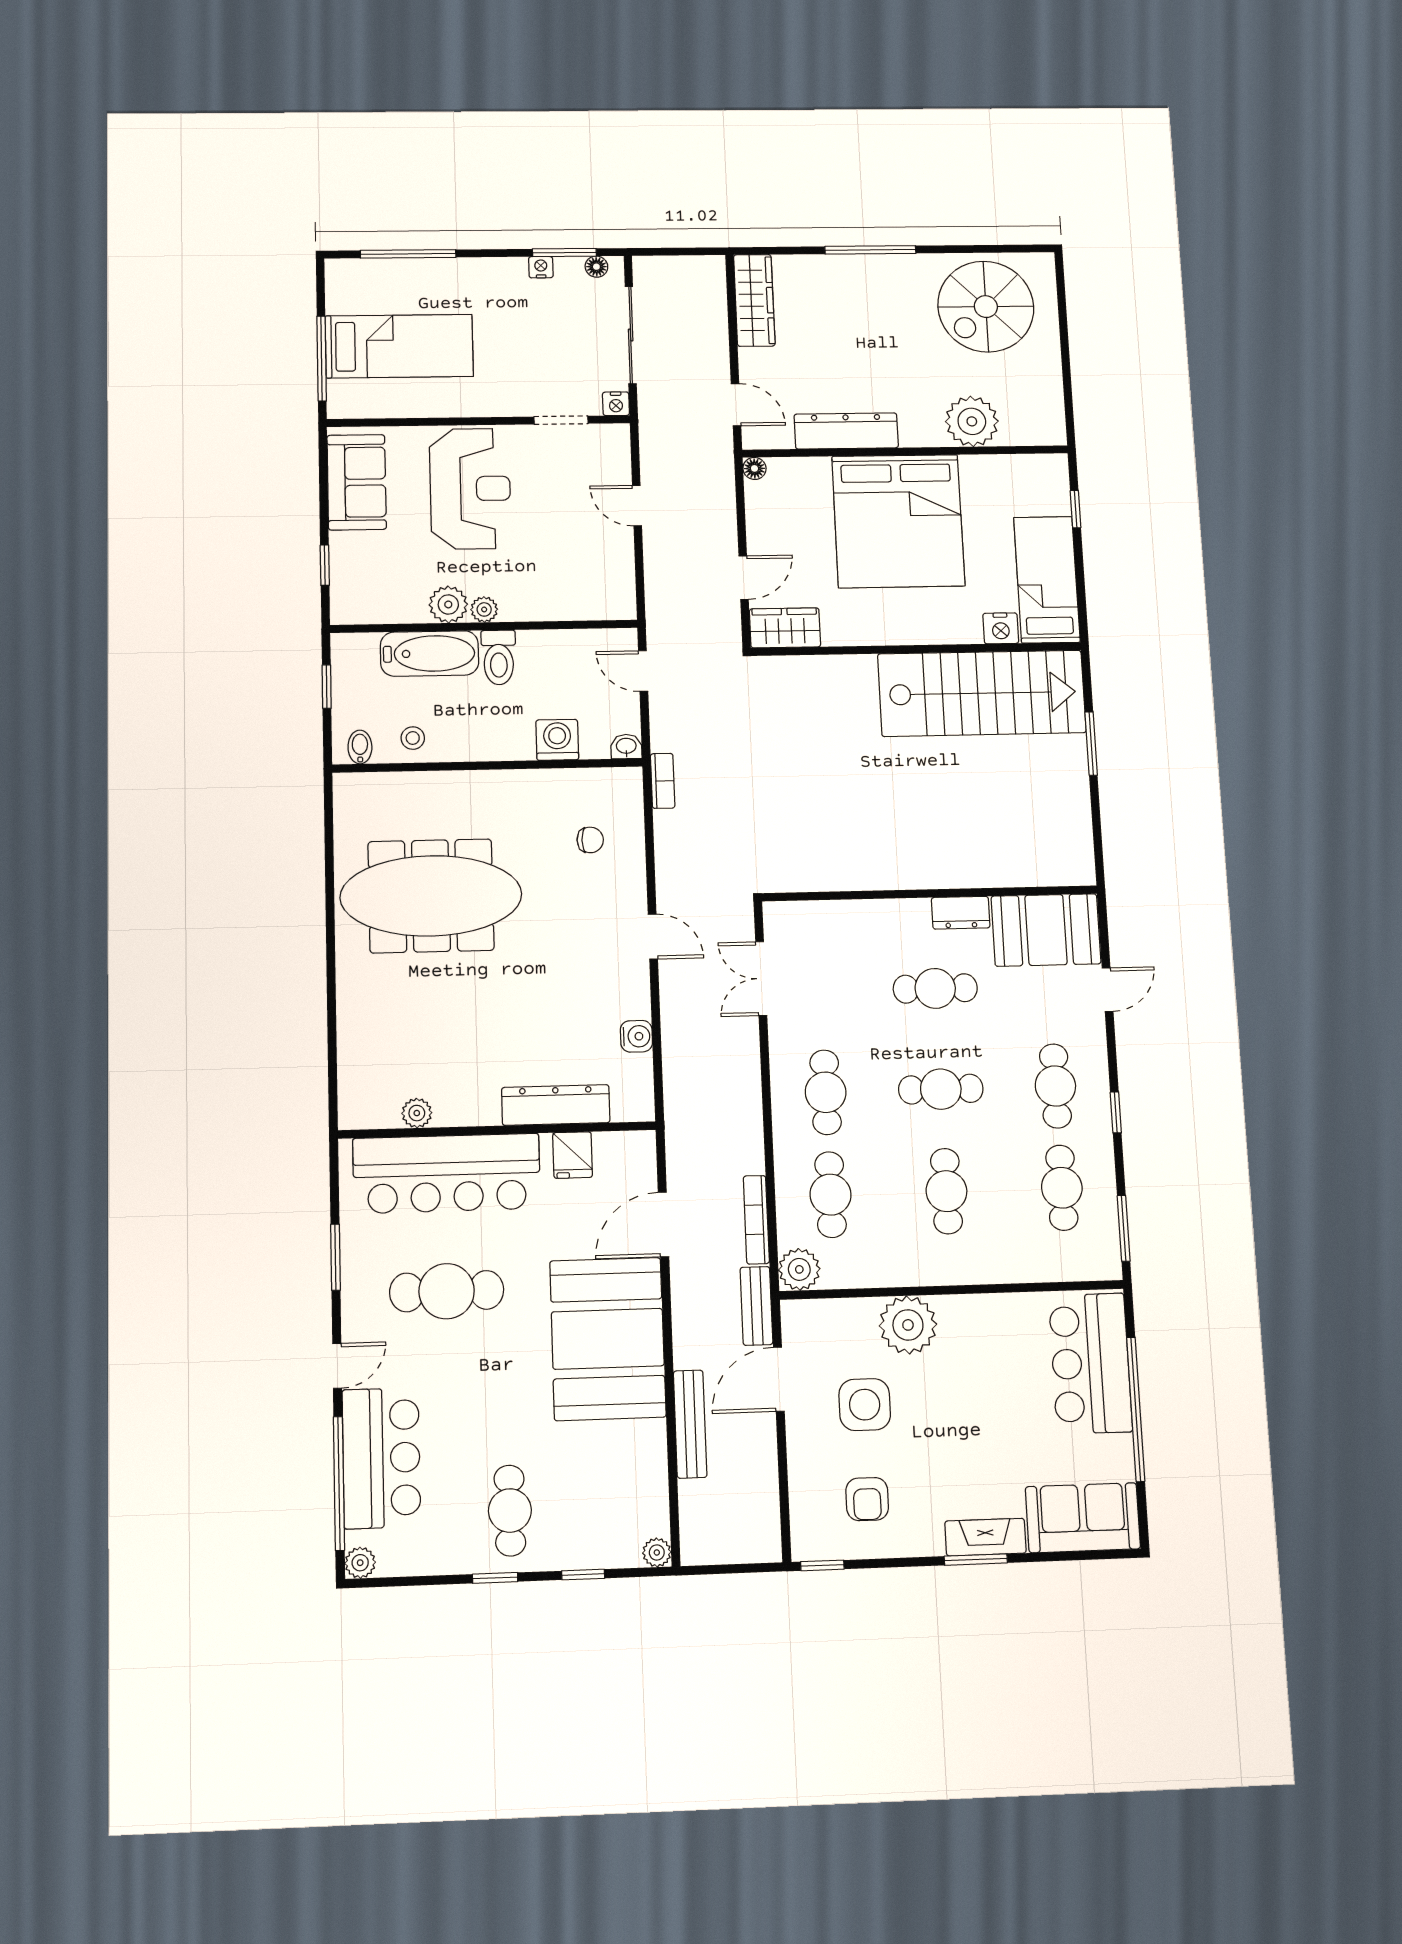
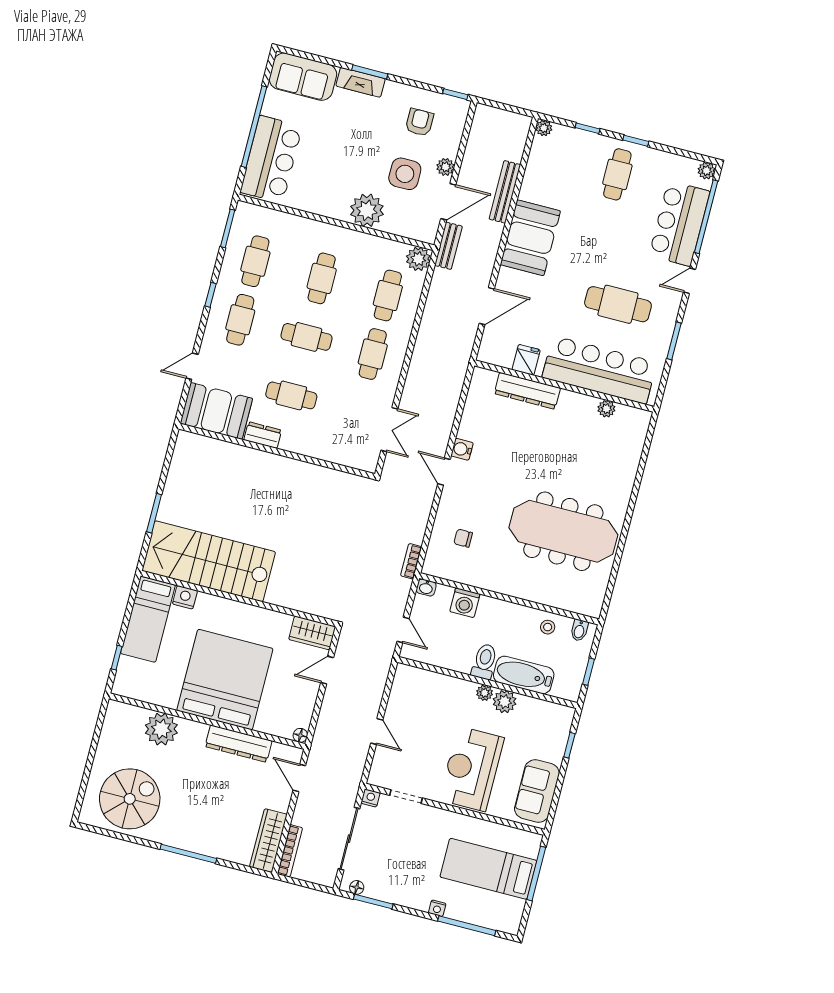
nightstand: (541, 267) -> (437, 908), moved
water cooler: (636, 1036) -> (462, 449), moved
bookcase: (756, 1220) -> (290, 851), moved
booth: (608, 1339) -> (530, 238), width x0.73, depth x0.70
plant: (801, 1436) -> (445, 167), added

